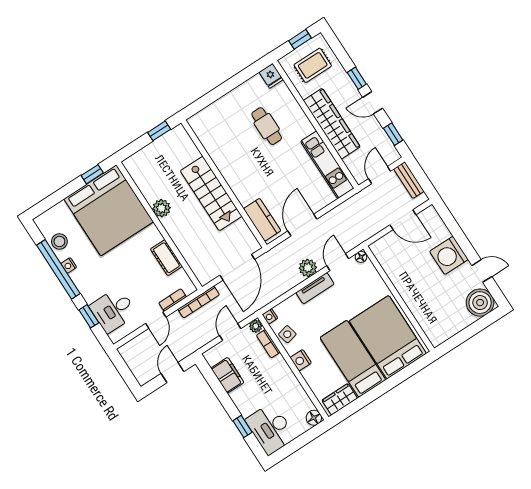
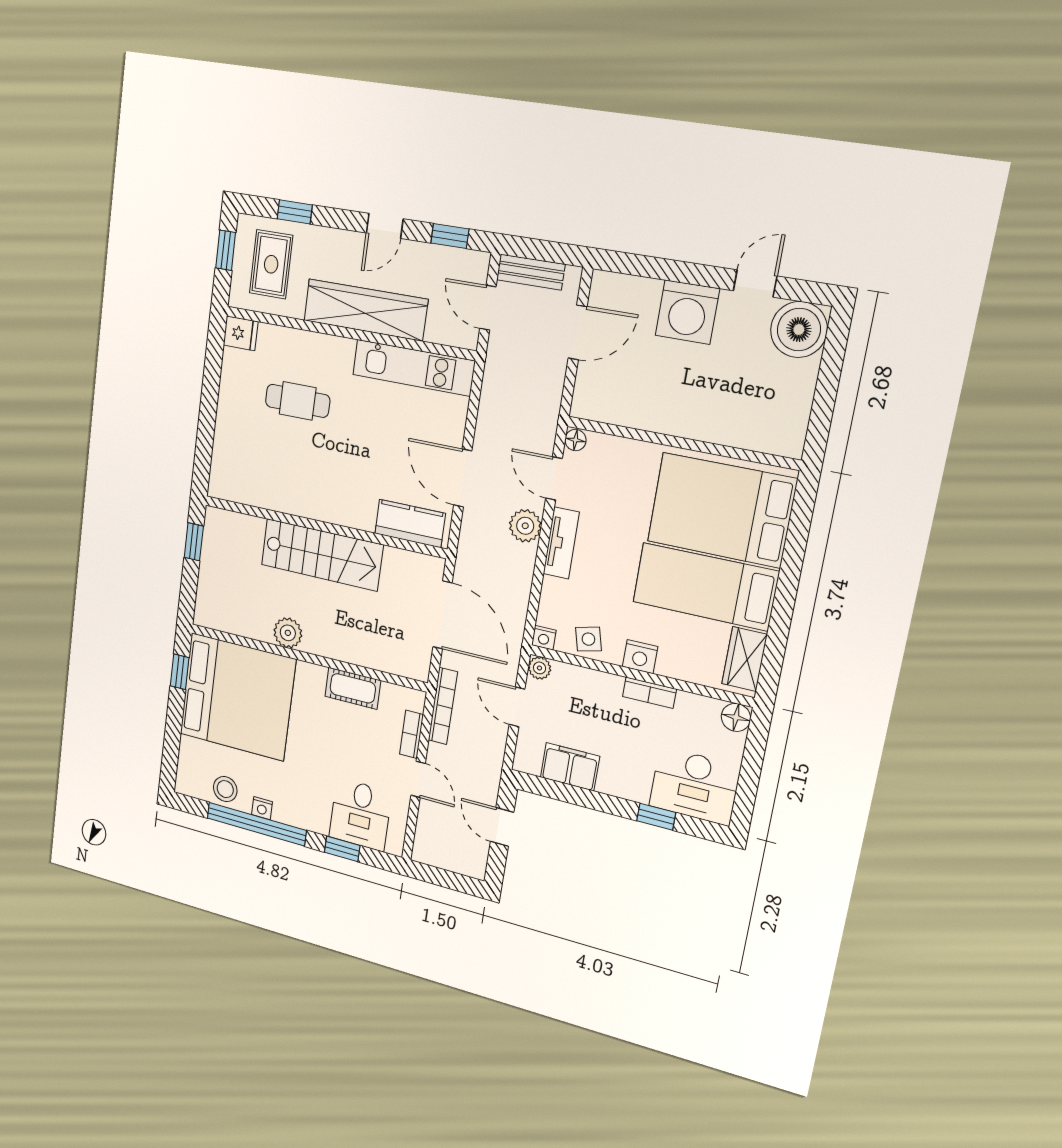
window: (357, 78) -> (295, 212), moved
bookcase: (268, 344) -> (649, 693), moved

